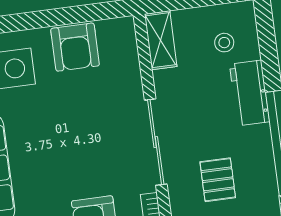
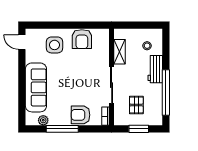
shelving: (161, 40) -> (120, 52), moved

